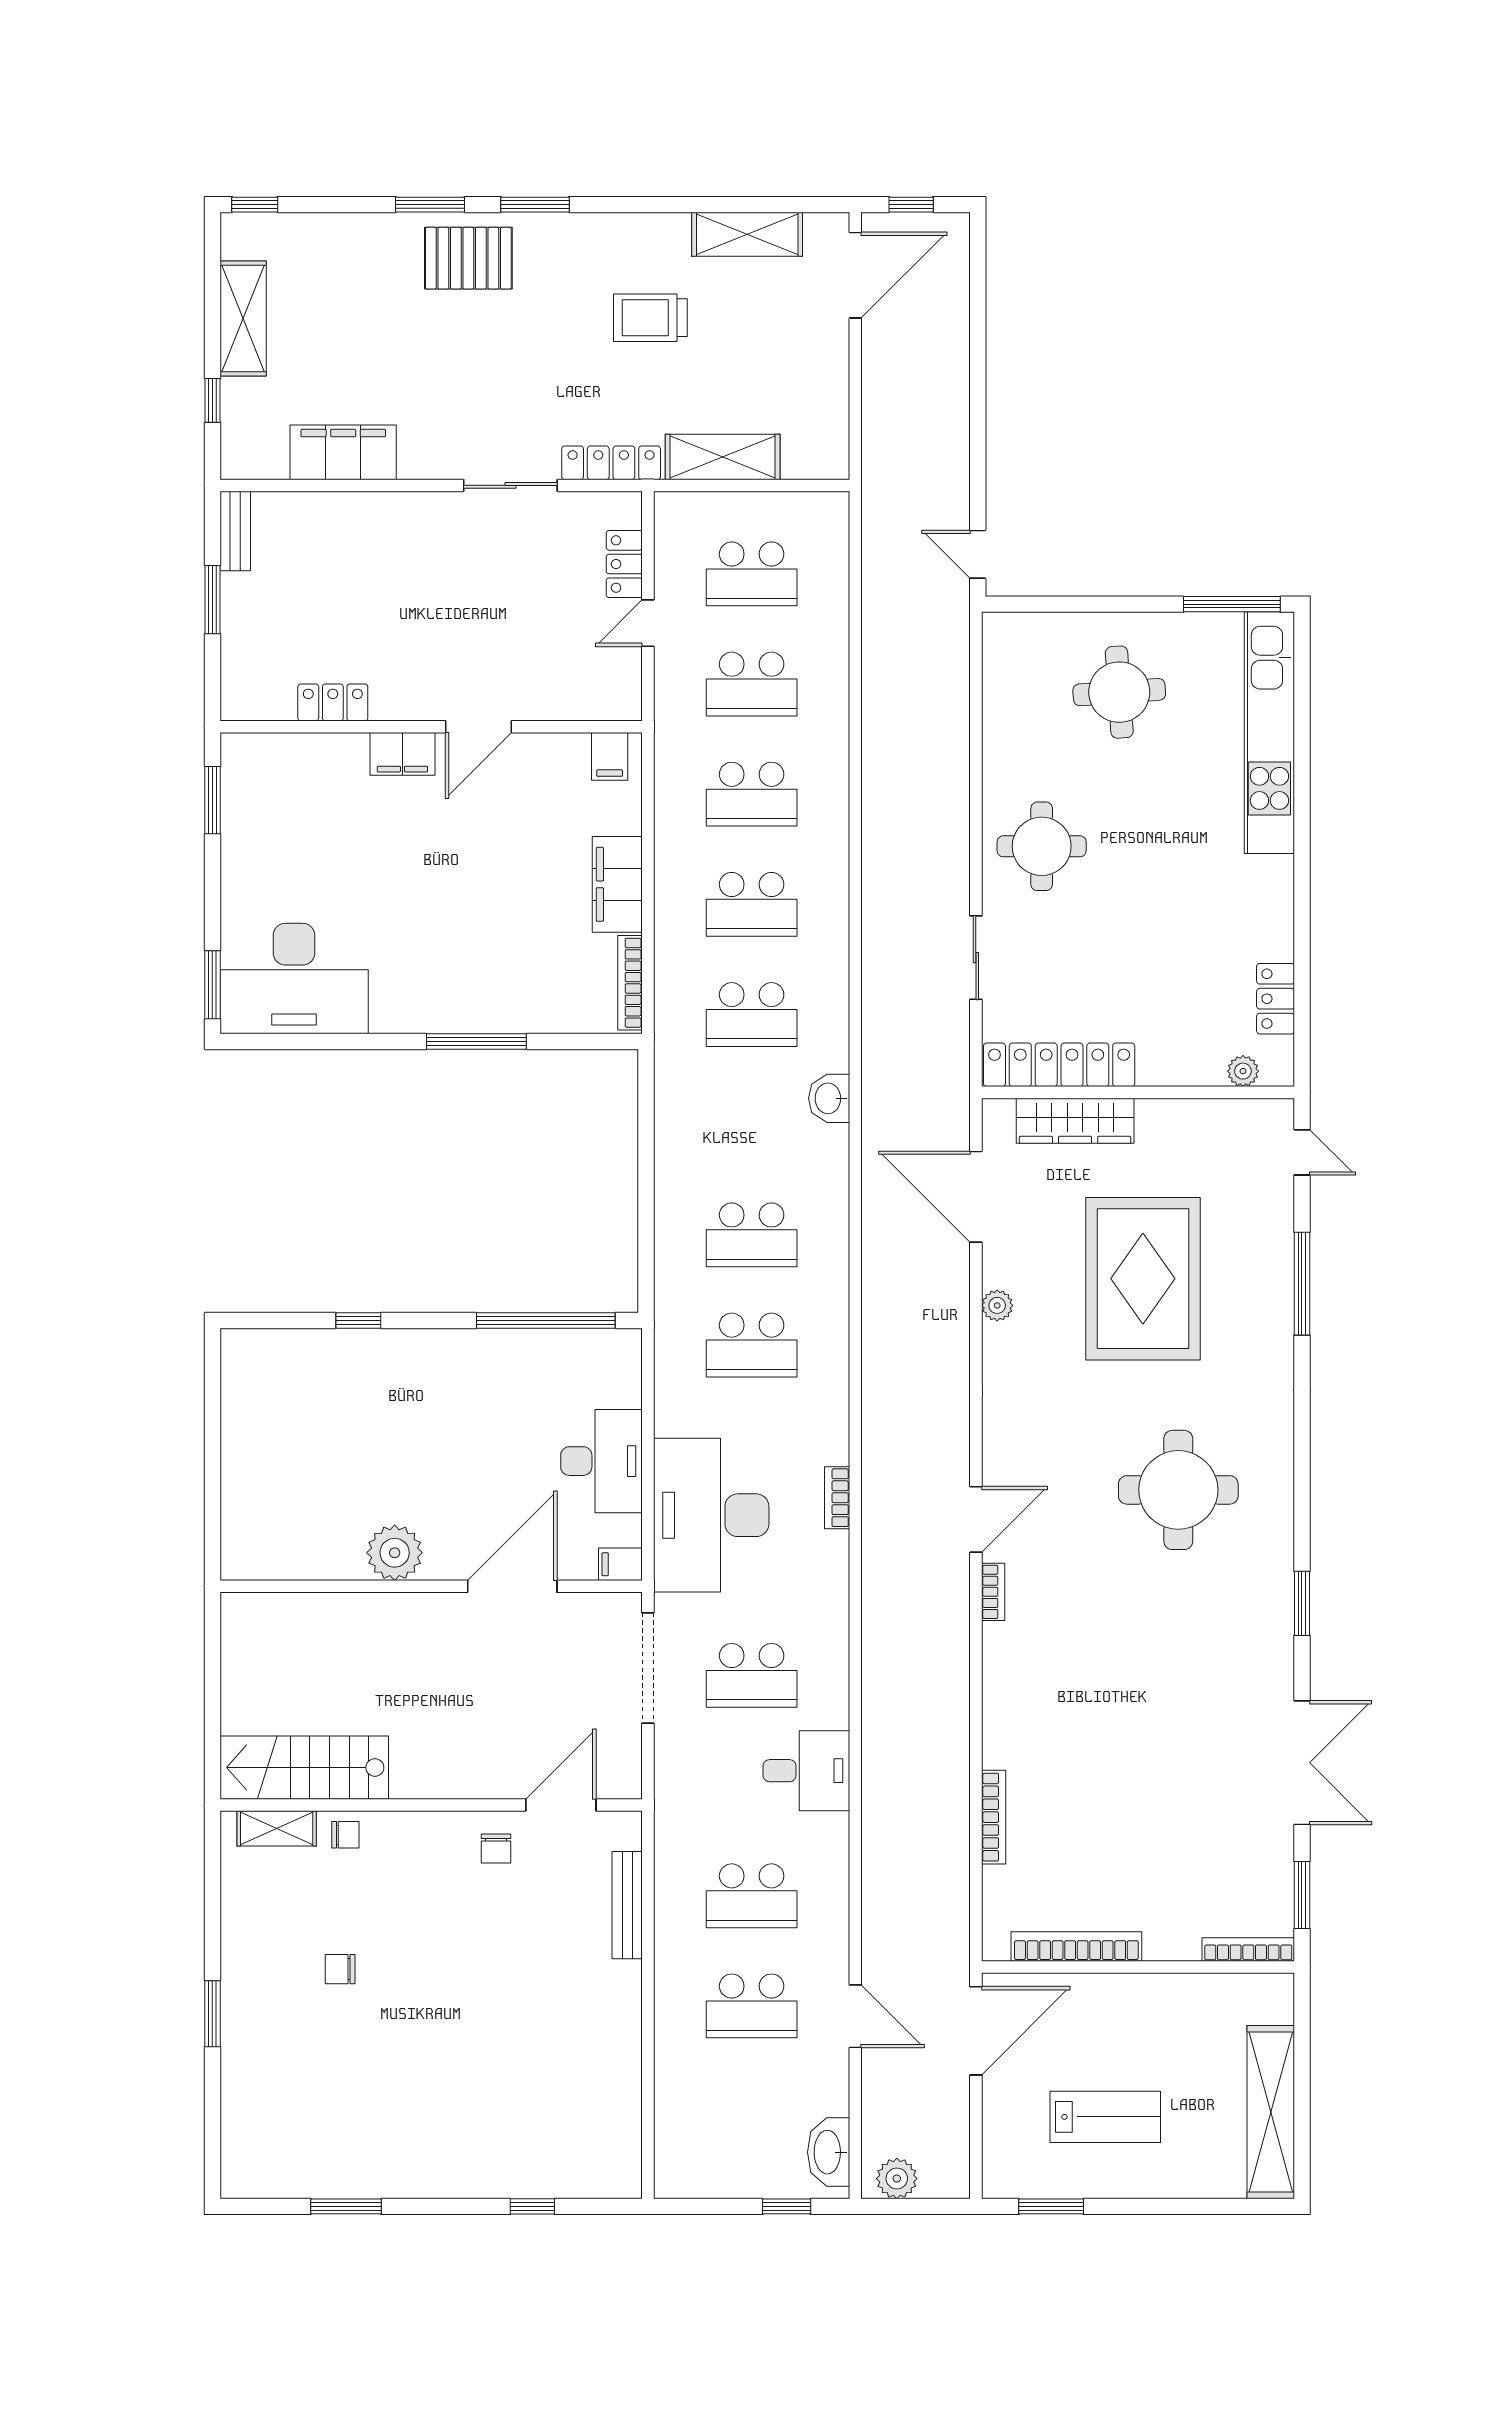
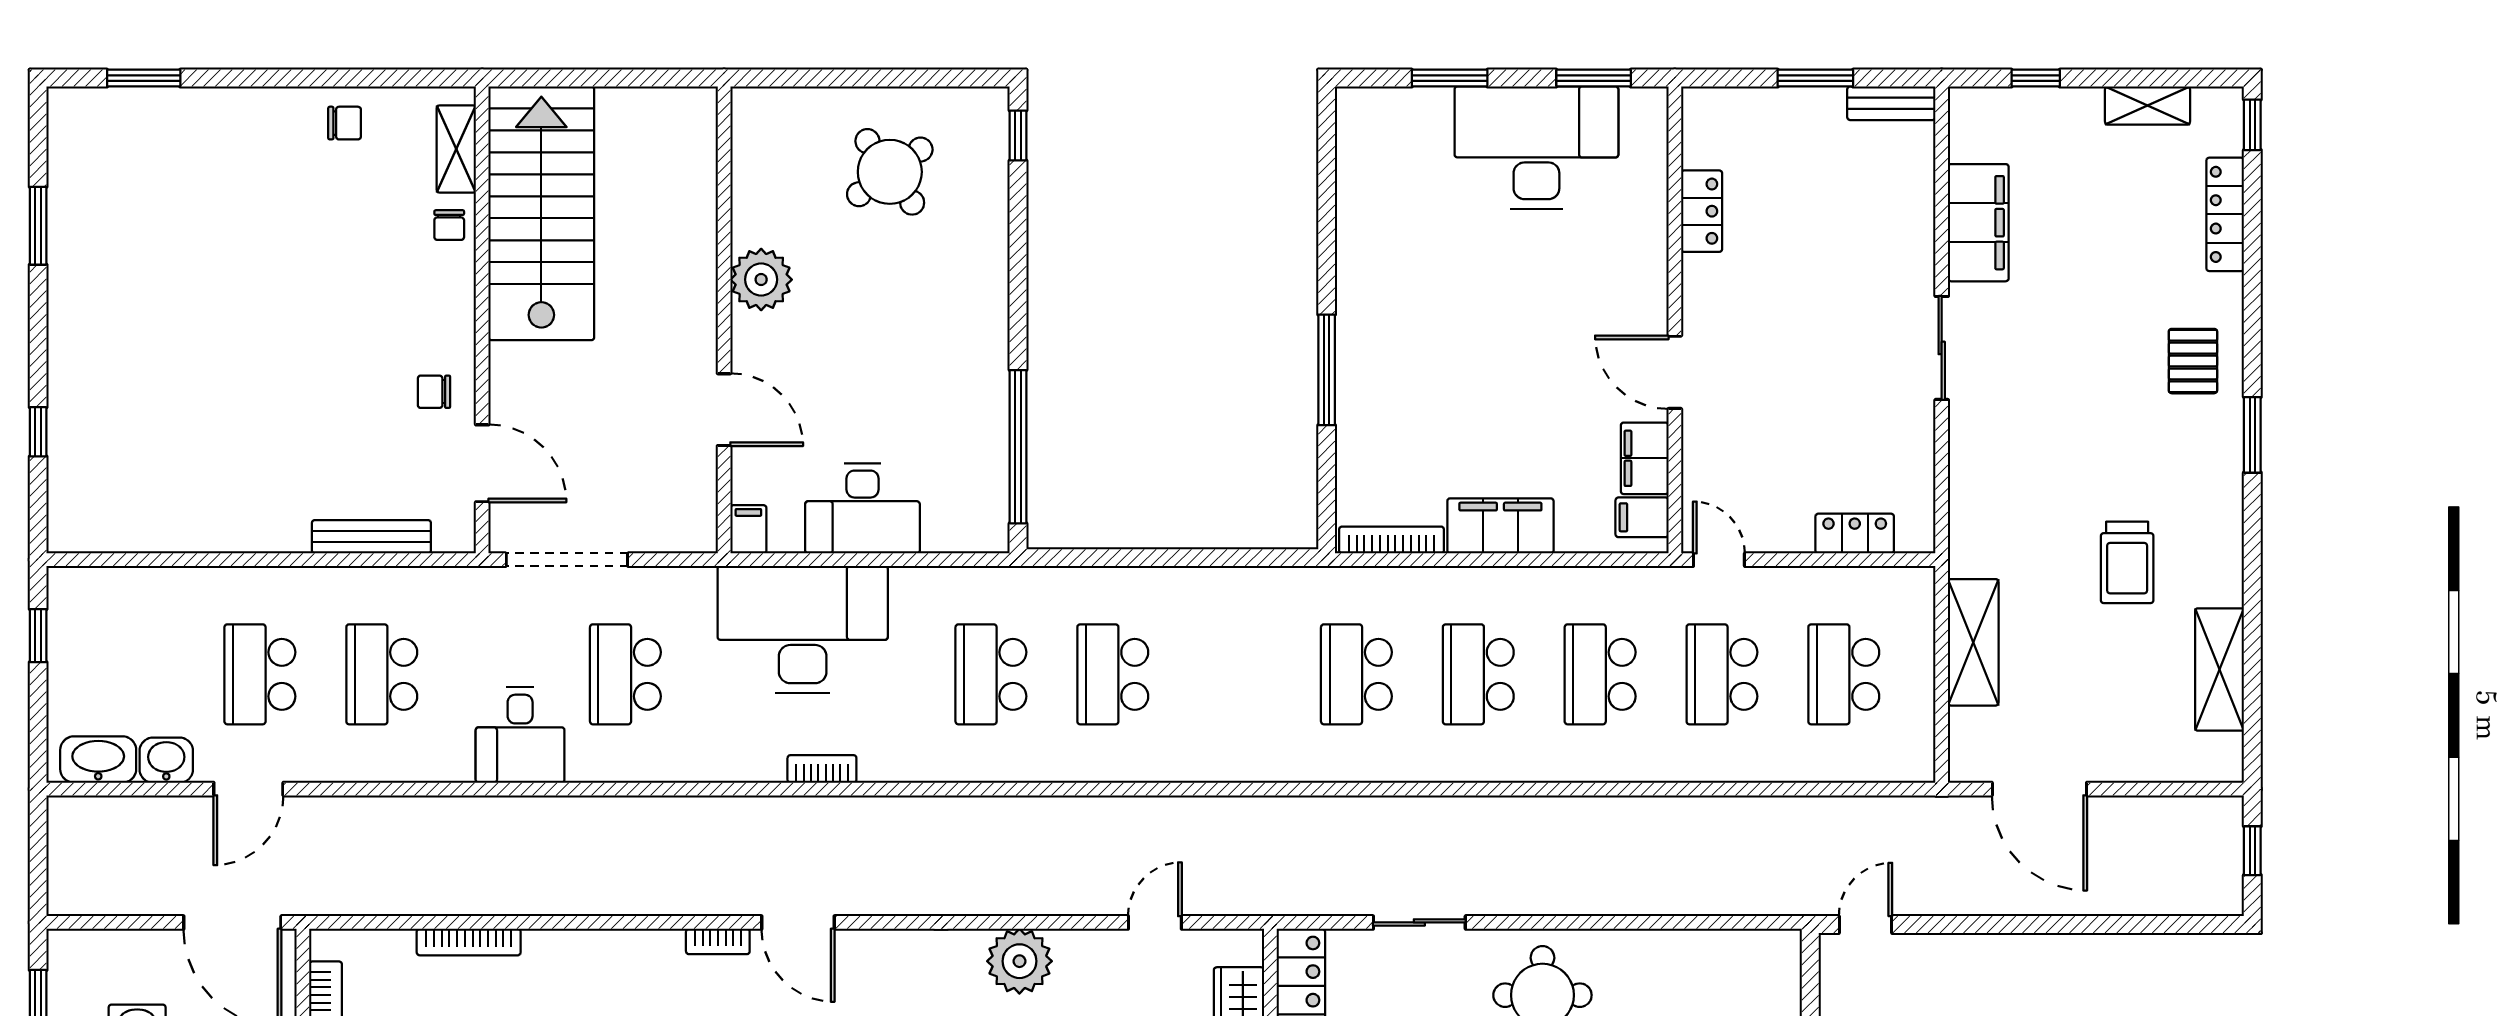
window: (430, 205) -> (2252, 319), removed
pallet: (468, 258) -> (2193, 361), width x0.67, depth x0.71
door: (855, 275) -> (2039, 789), moved
trolley: (650, 318) -> (2127, 562), turned 180
shelving: (243, 319) -> (2147, 106), width x0.67, depth x0.75
locker: (611, 463) -> (2225, 214), moved, turned 180
sliding door: (510, 485) -> (1942, 348), moved
door: (648, 623) -> (1719, 560), moved
filing cabinet: (402, 754) -> (1645, 458), moved
desk: (294, 979) -> (1536, 148), moved, turned 90
window: (212, 985) -> (1450, 78), moved
washbasin: (829, 1098) -> (166, 760), moved
door: (976, 1197) -> (1155, 922), width x0.53
plant: (997, 1305) -> (1019, 961), width x1.88, depth x1.88
window: (358, 1320) -> (1018, 136), moved
round table: (297, 1436) -> (890, 172), added
door: (512, 1586) -> (724, 410), width x0.73
doorway: (648, 1668) -> (567, 560), moved
stairs: (304, 1768) -> (541, 213), width x1.36, depth x1.51
chair: (340, 1969) -> (345, 123), moved, turned 90
window: (212, 2014) -> (144, 78), moved
plant: (897, 2179) -> (69, 835), removed
window: (787, 2206) -> (38, 636), moved

